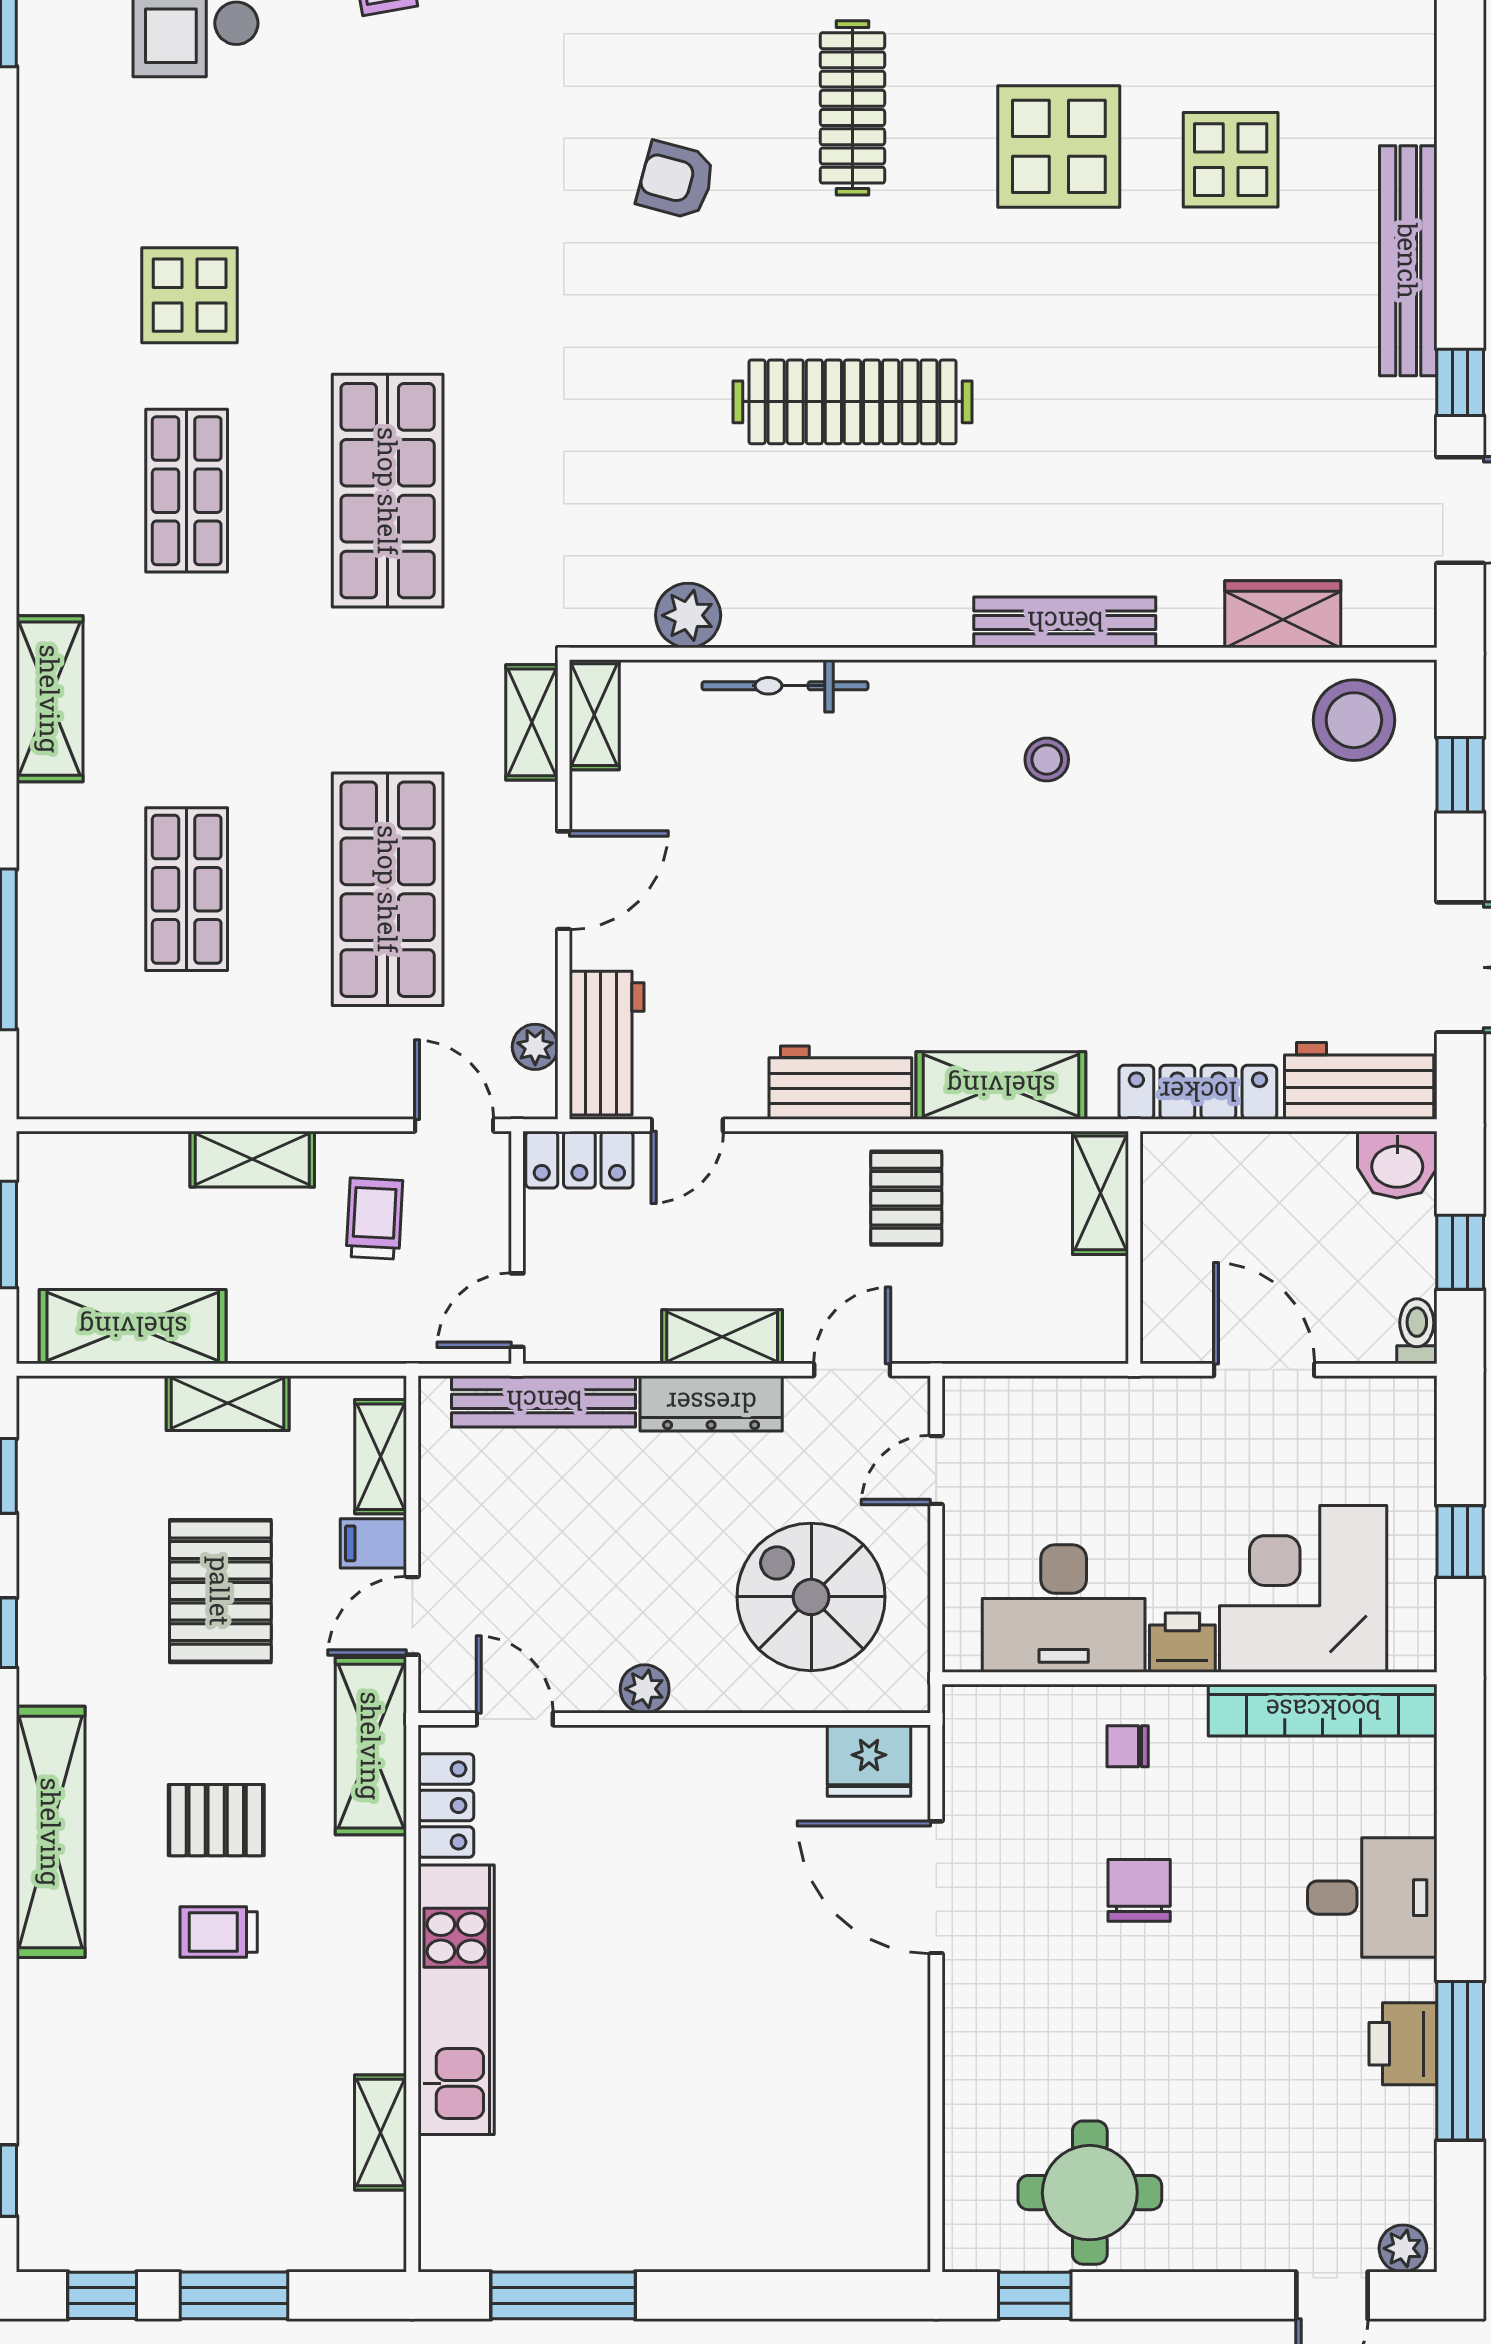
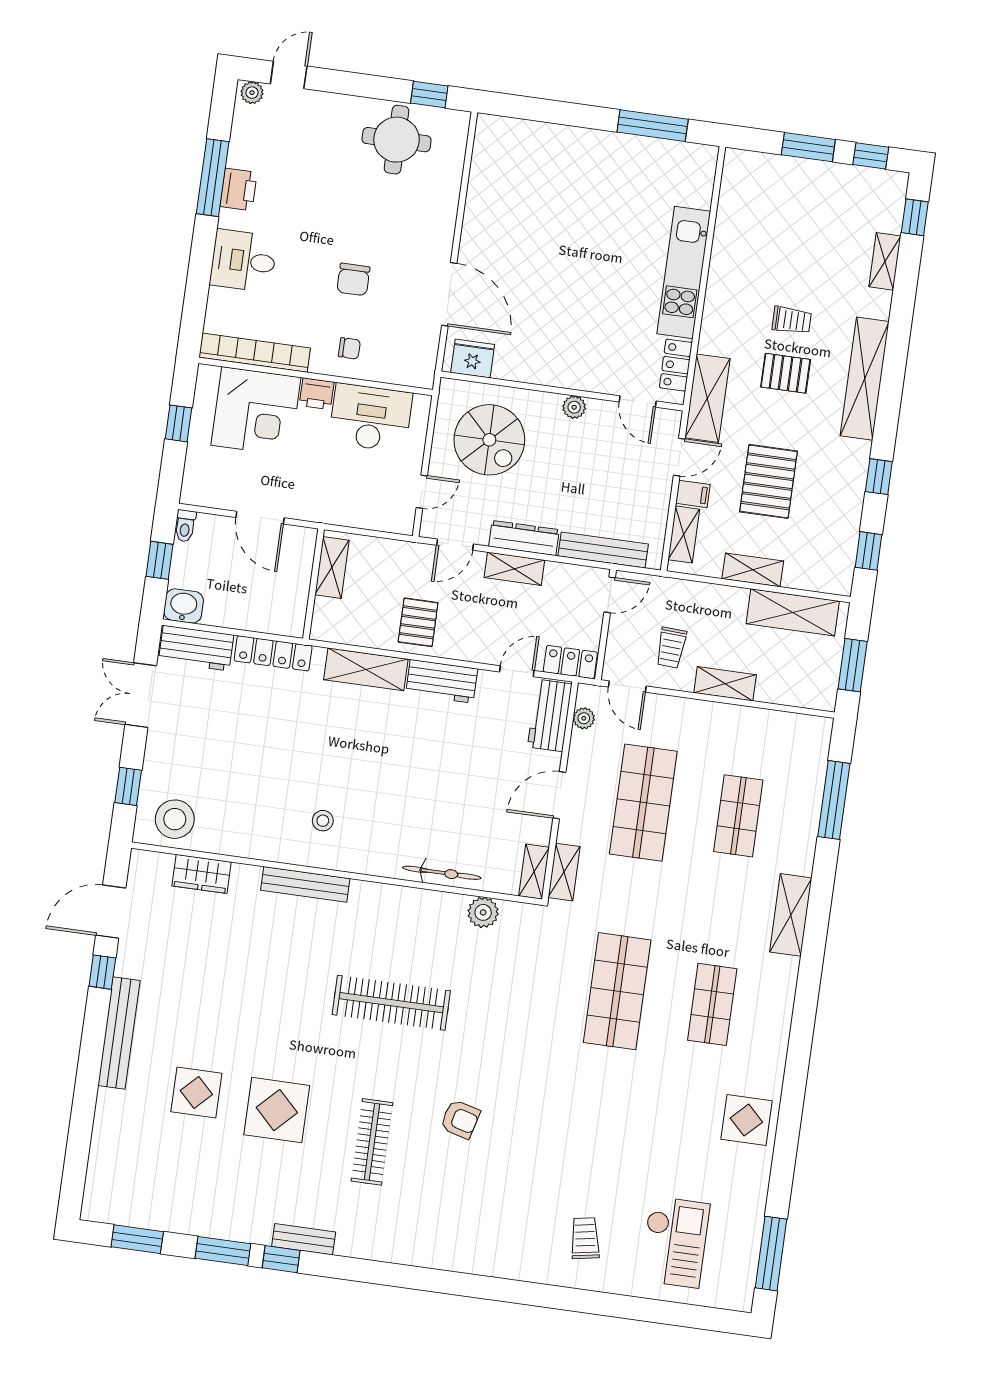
display table: (190, 295) -> (746, 1120), moved
shelving: (1101, 1193) -> (332, 568), moved
shelving: (381, 2132) -> (885, 261), moved

